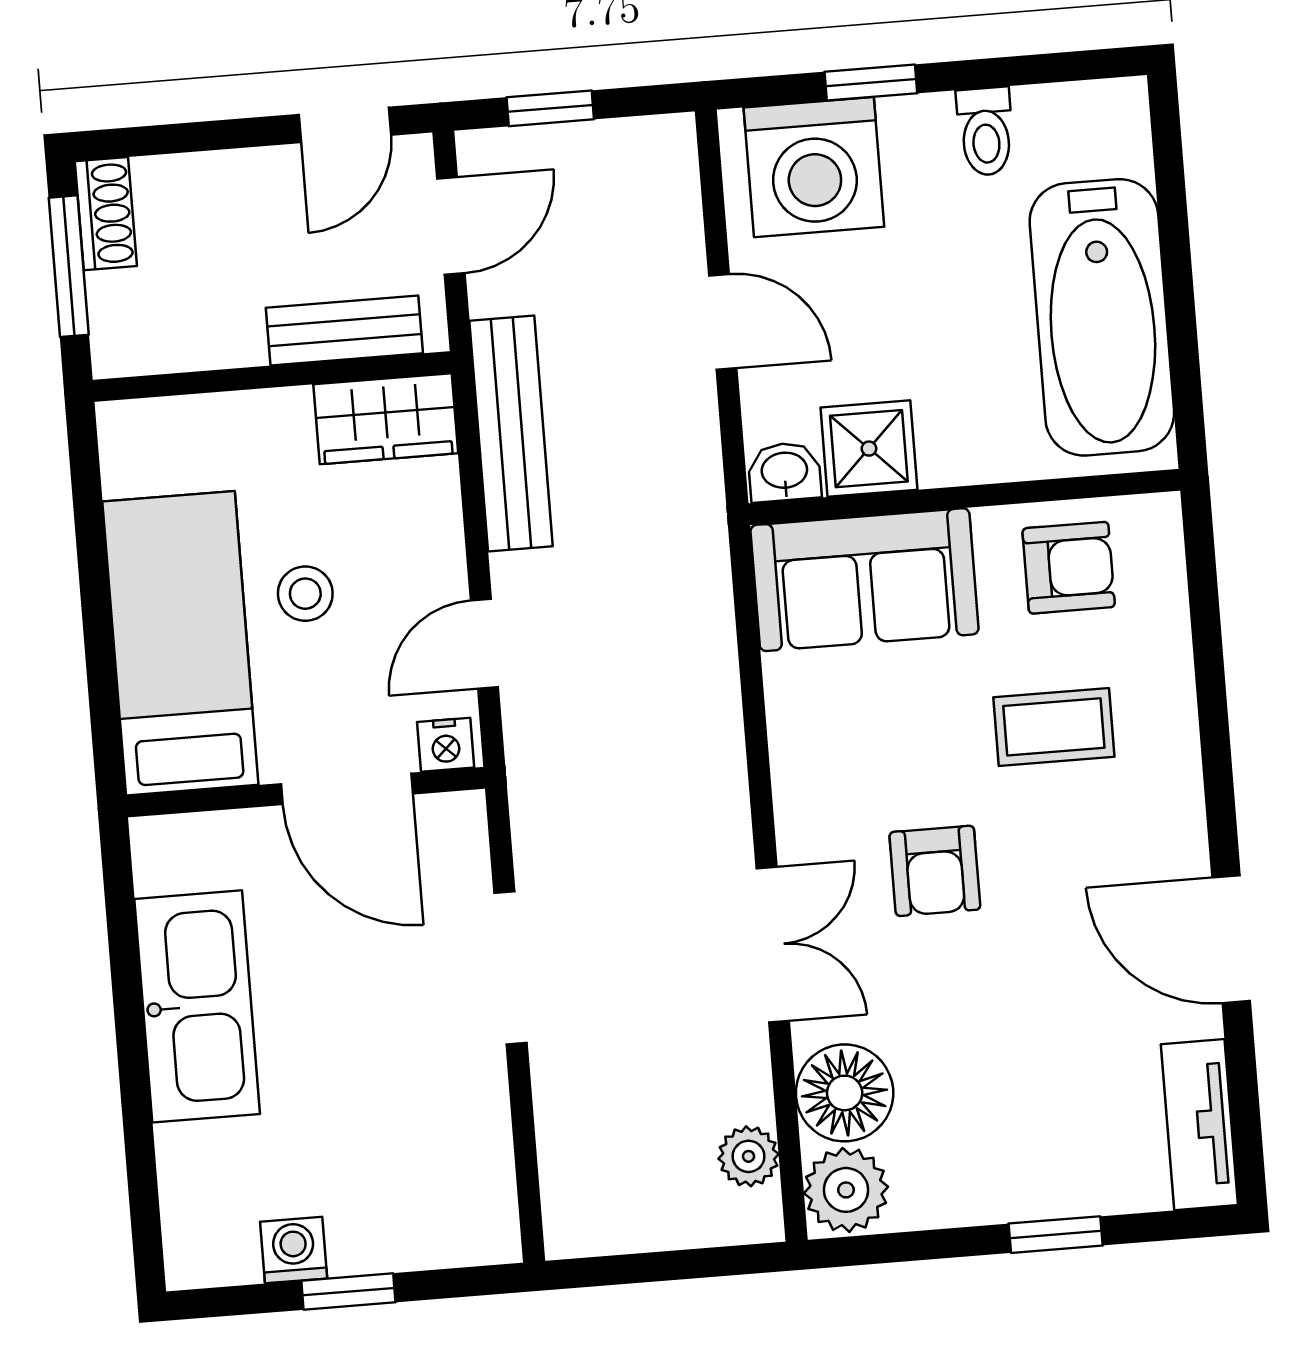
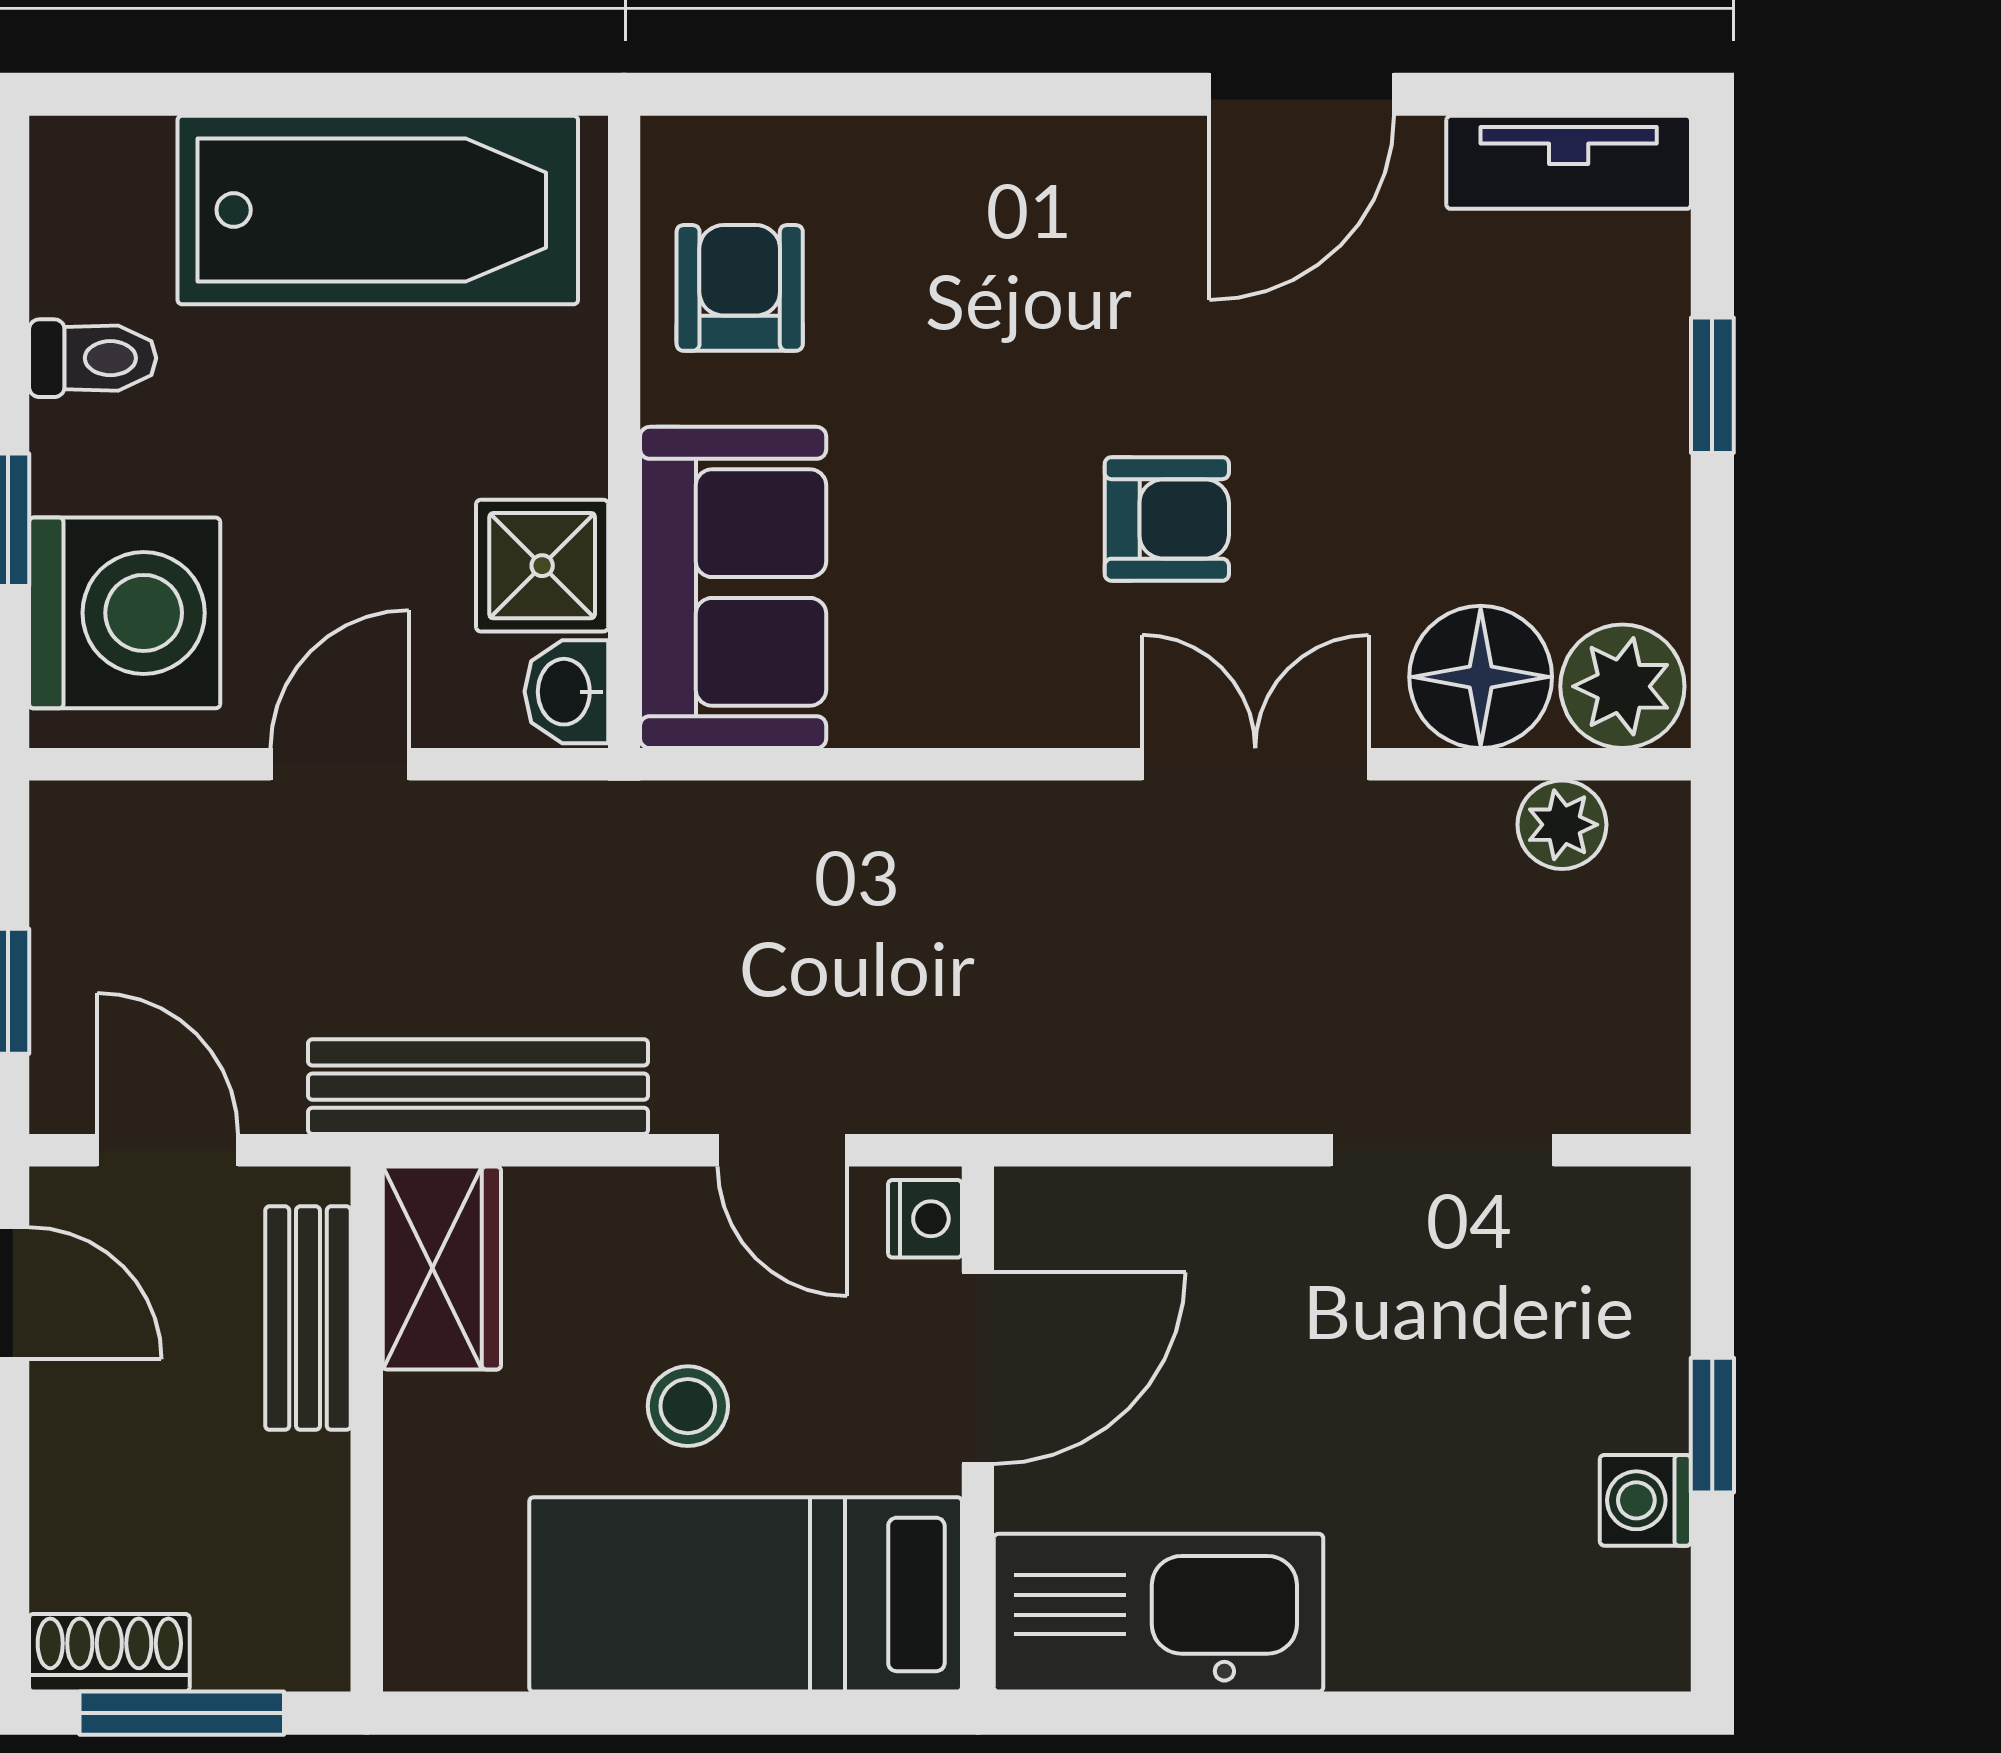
coffee table: (1054, 727) -> (971, 328), removed
doorway: (511, 968) -> (1442, 1150), moved
kitchen sink: (197, 1006) -> (1159, 1613), moved

